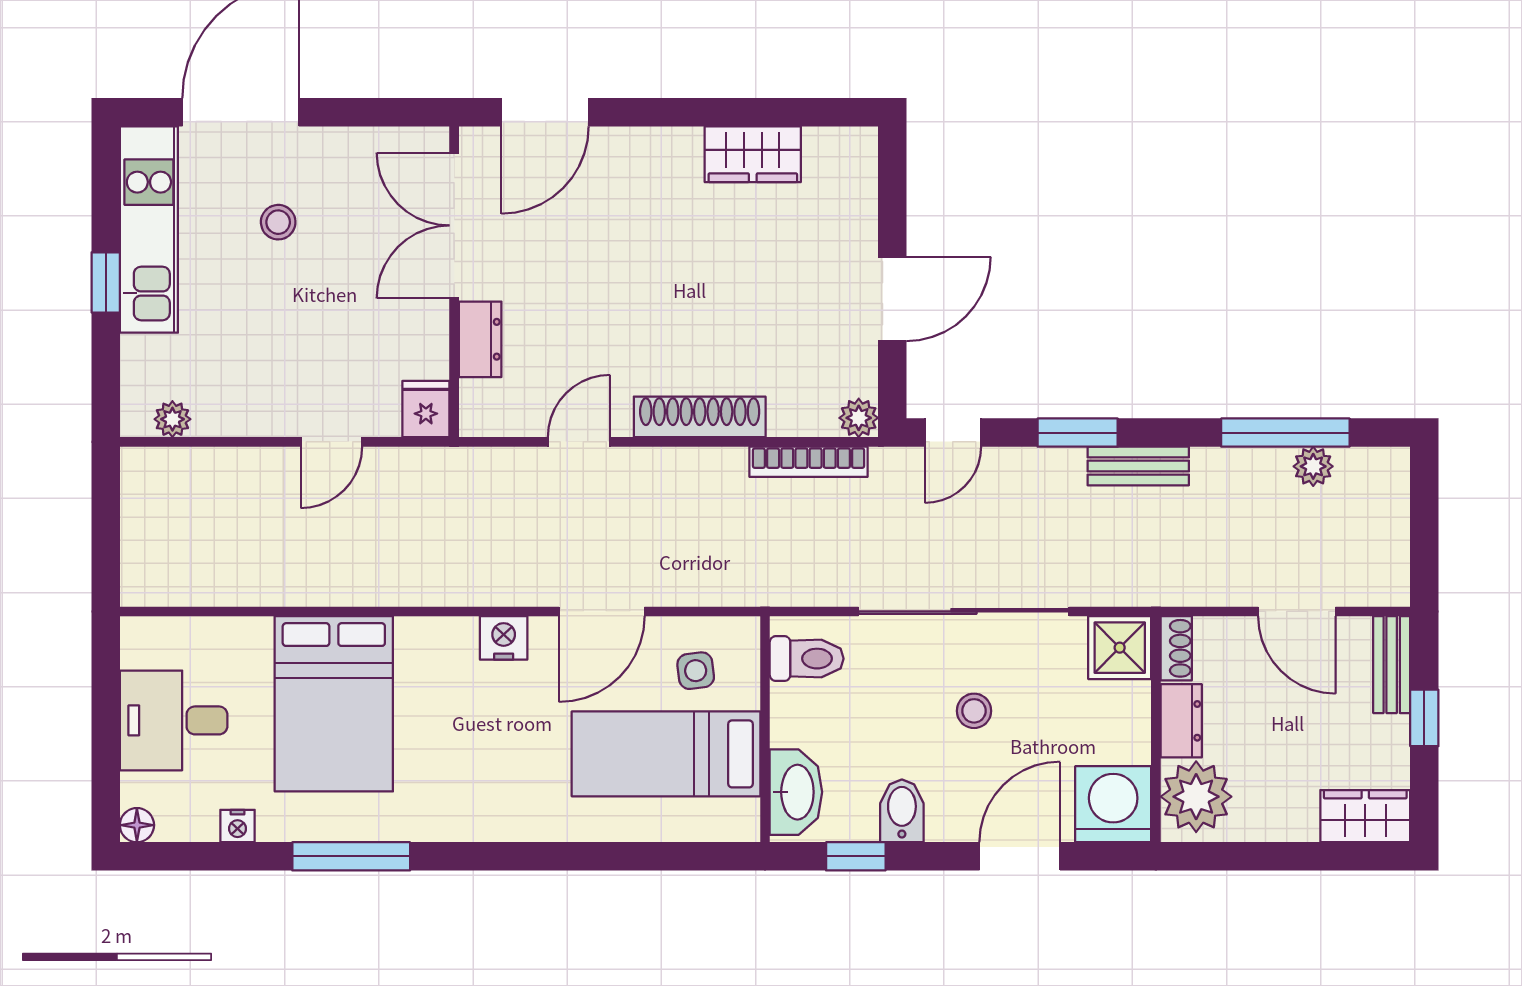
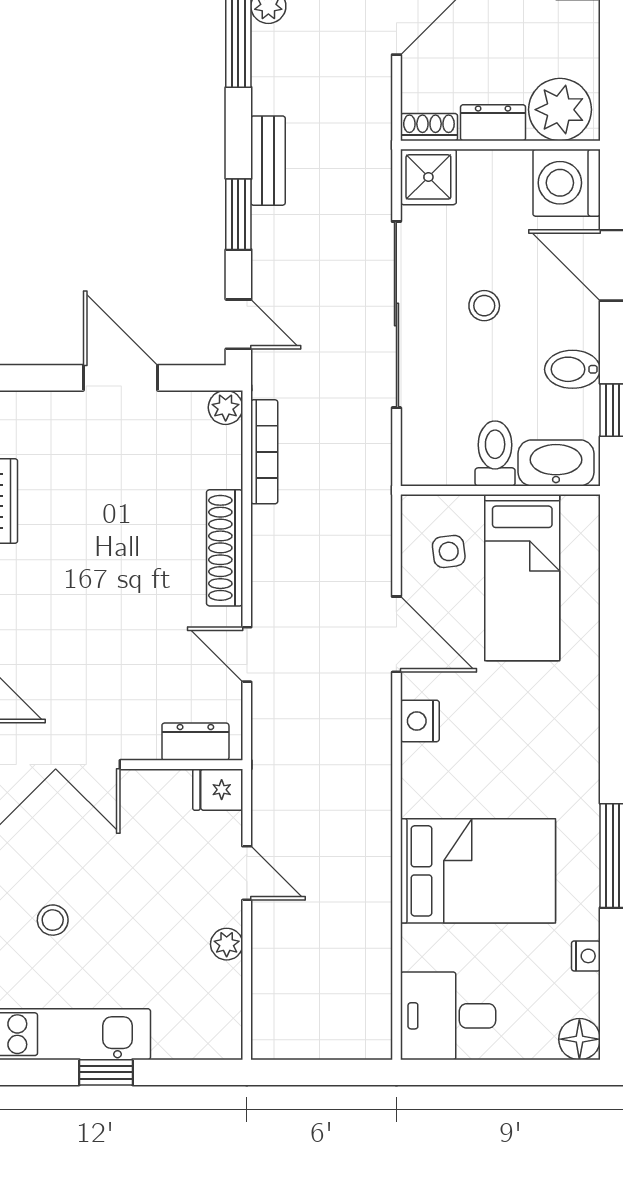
dresser: (480, 339) -> (195, 742), moved
plant: (172, 419) -> (227, 944), moved
toilet: (807, 659) -> (495, 453), moved
desk: (174, 720) -> (448, 1016), moved, turned 90
floor lamp: (137, 825) -> (579, 1039), width x1.37, depth x1.37

